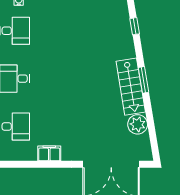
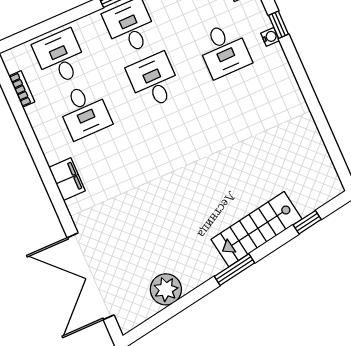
stairs: (131, 87) -> (256, 229), moved

